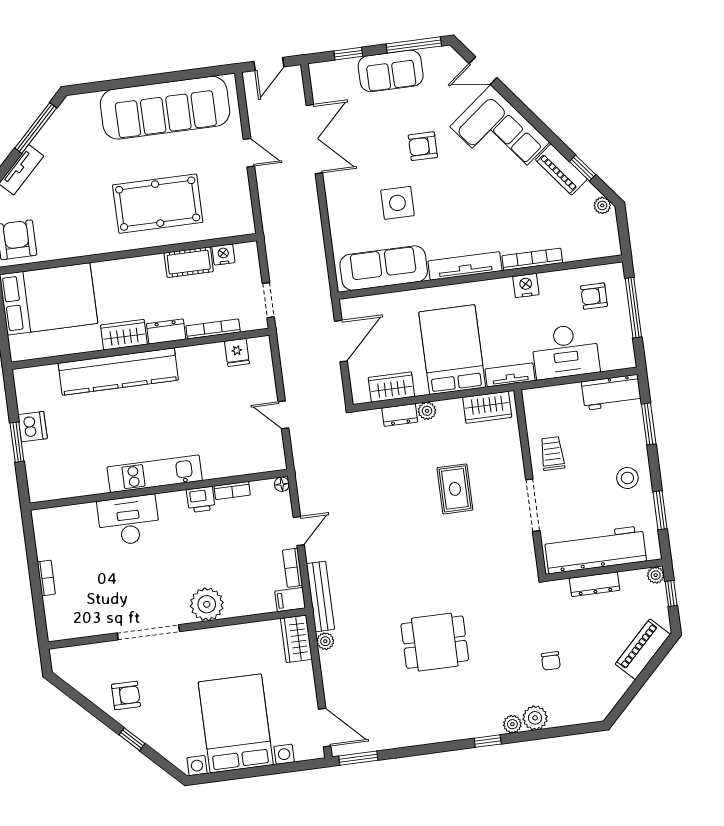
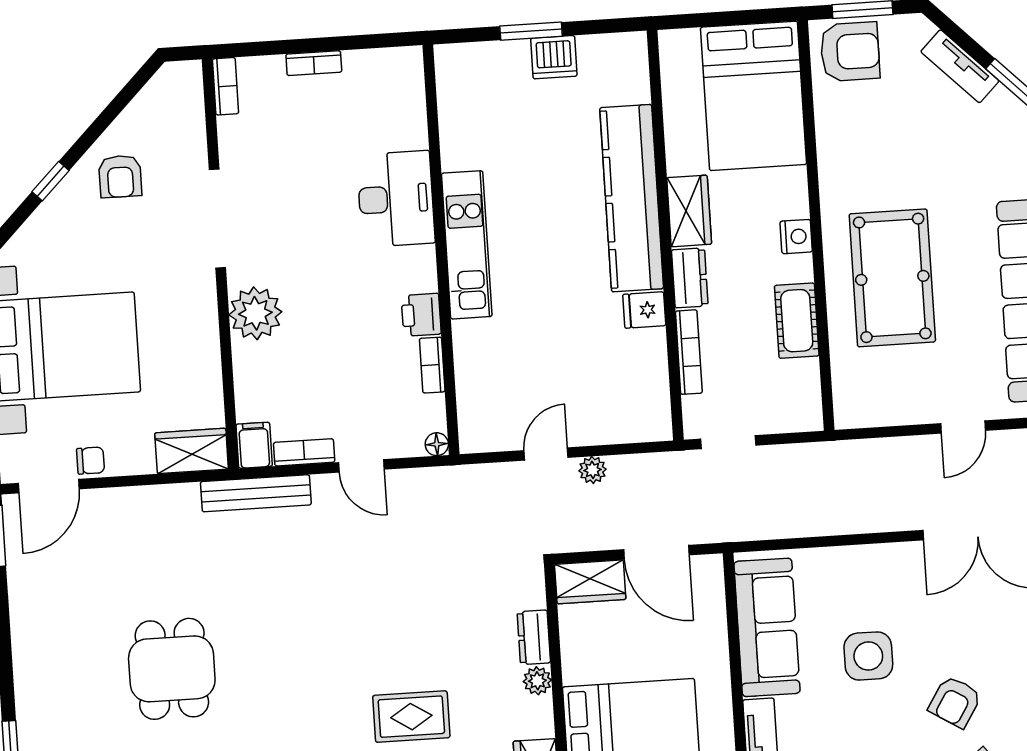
armchair: (423, 146) -> (955, 702), turned -148
nightstand: (223, 254) -> (796, 237), moved
fridge: (237, 352) -> (644, 310), moved
wardrobe: (391, 387) -> (590, 582), moved, turned 90
bookcase: (65, 633) -> (225, 86), added
plant: (325, 641) -> (592, 470), moved
chair: (307, 702) -> (91, 461), added

